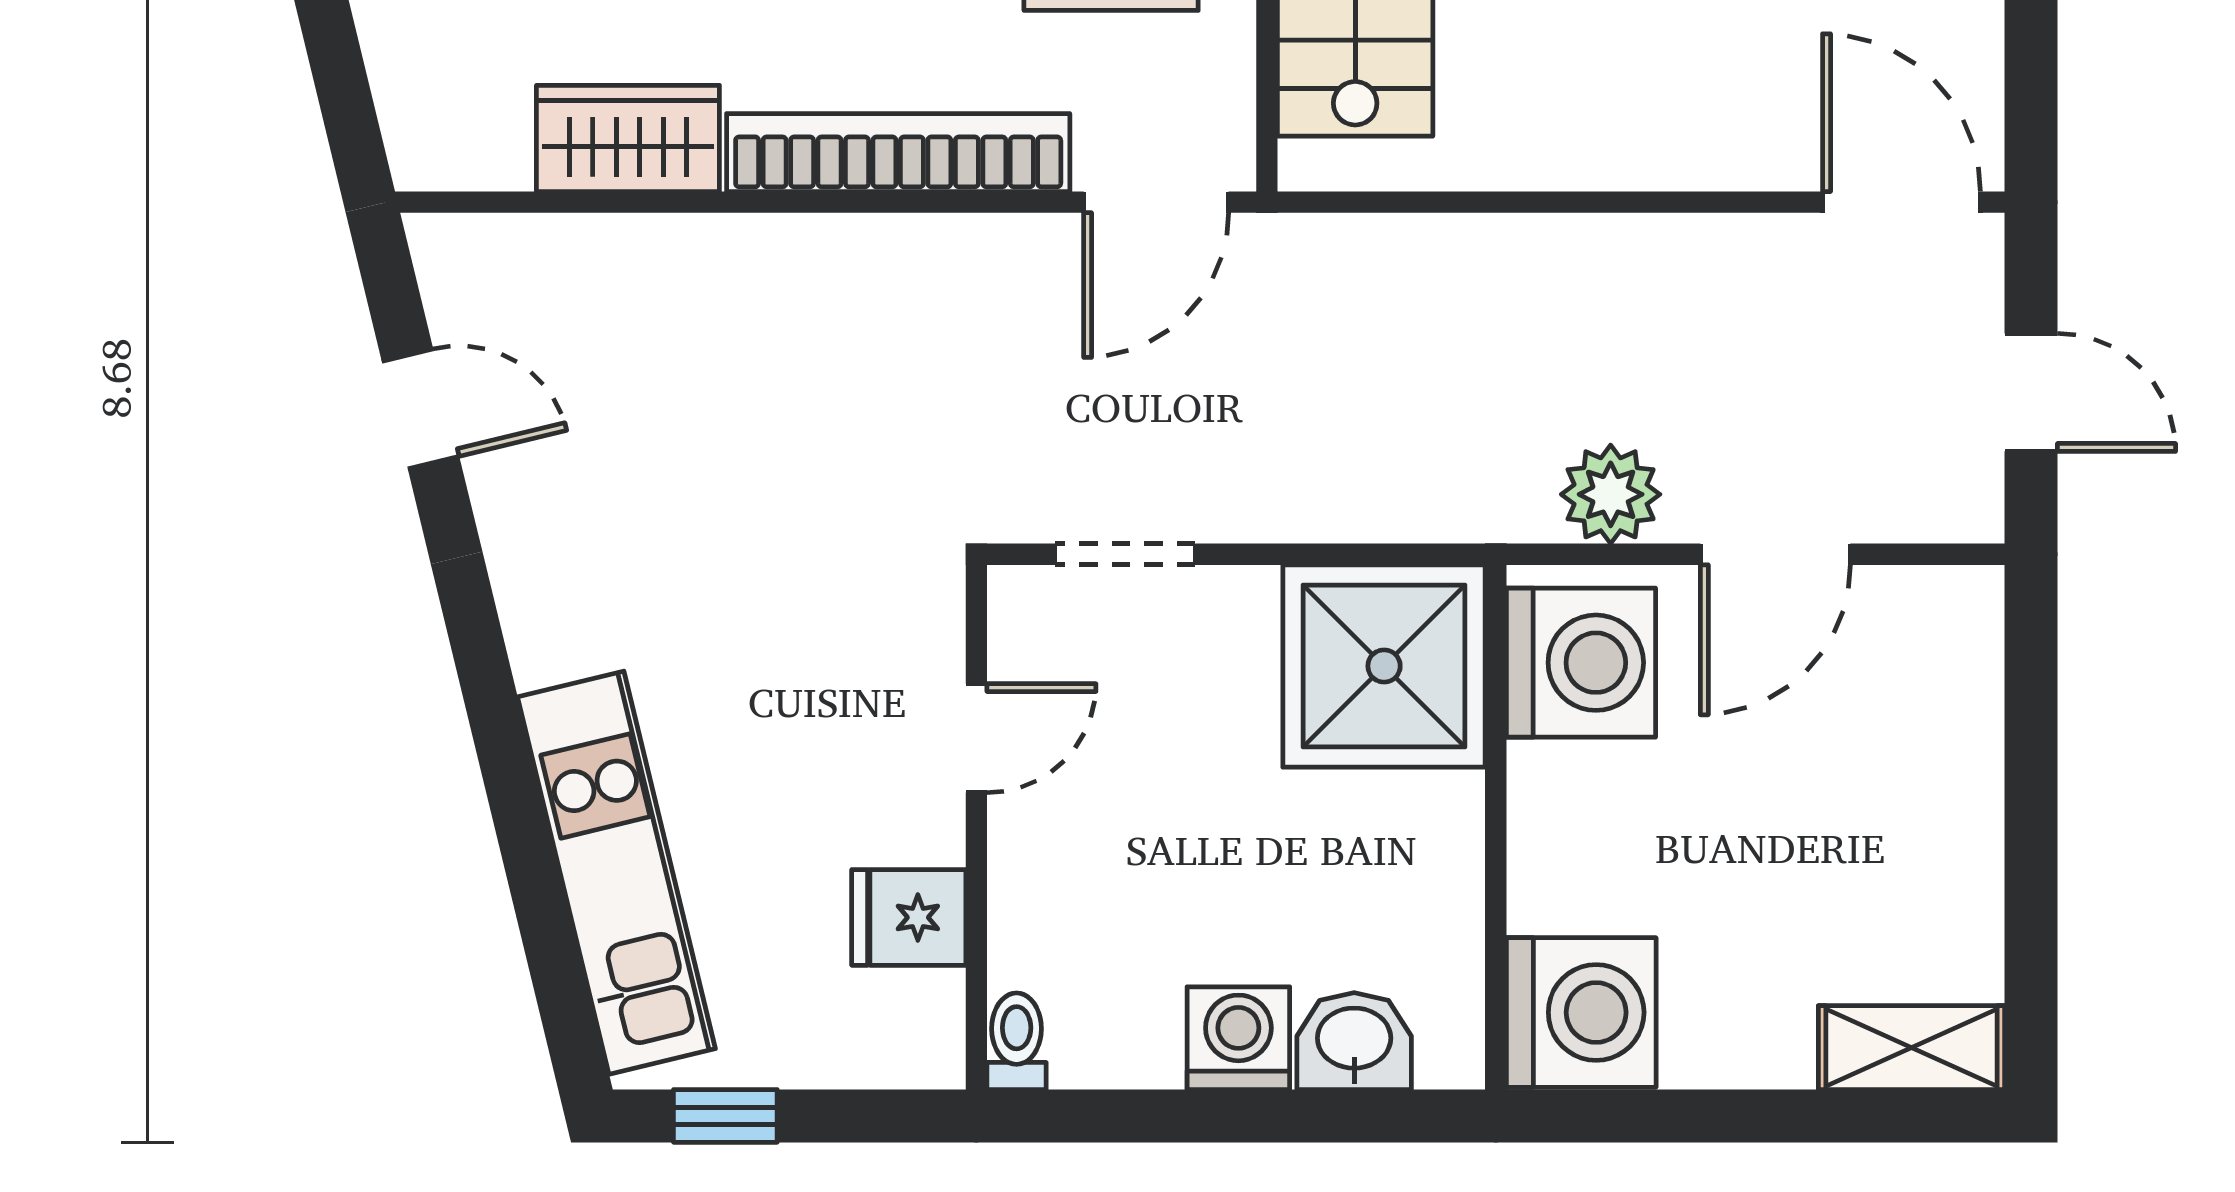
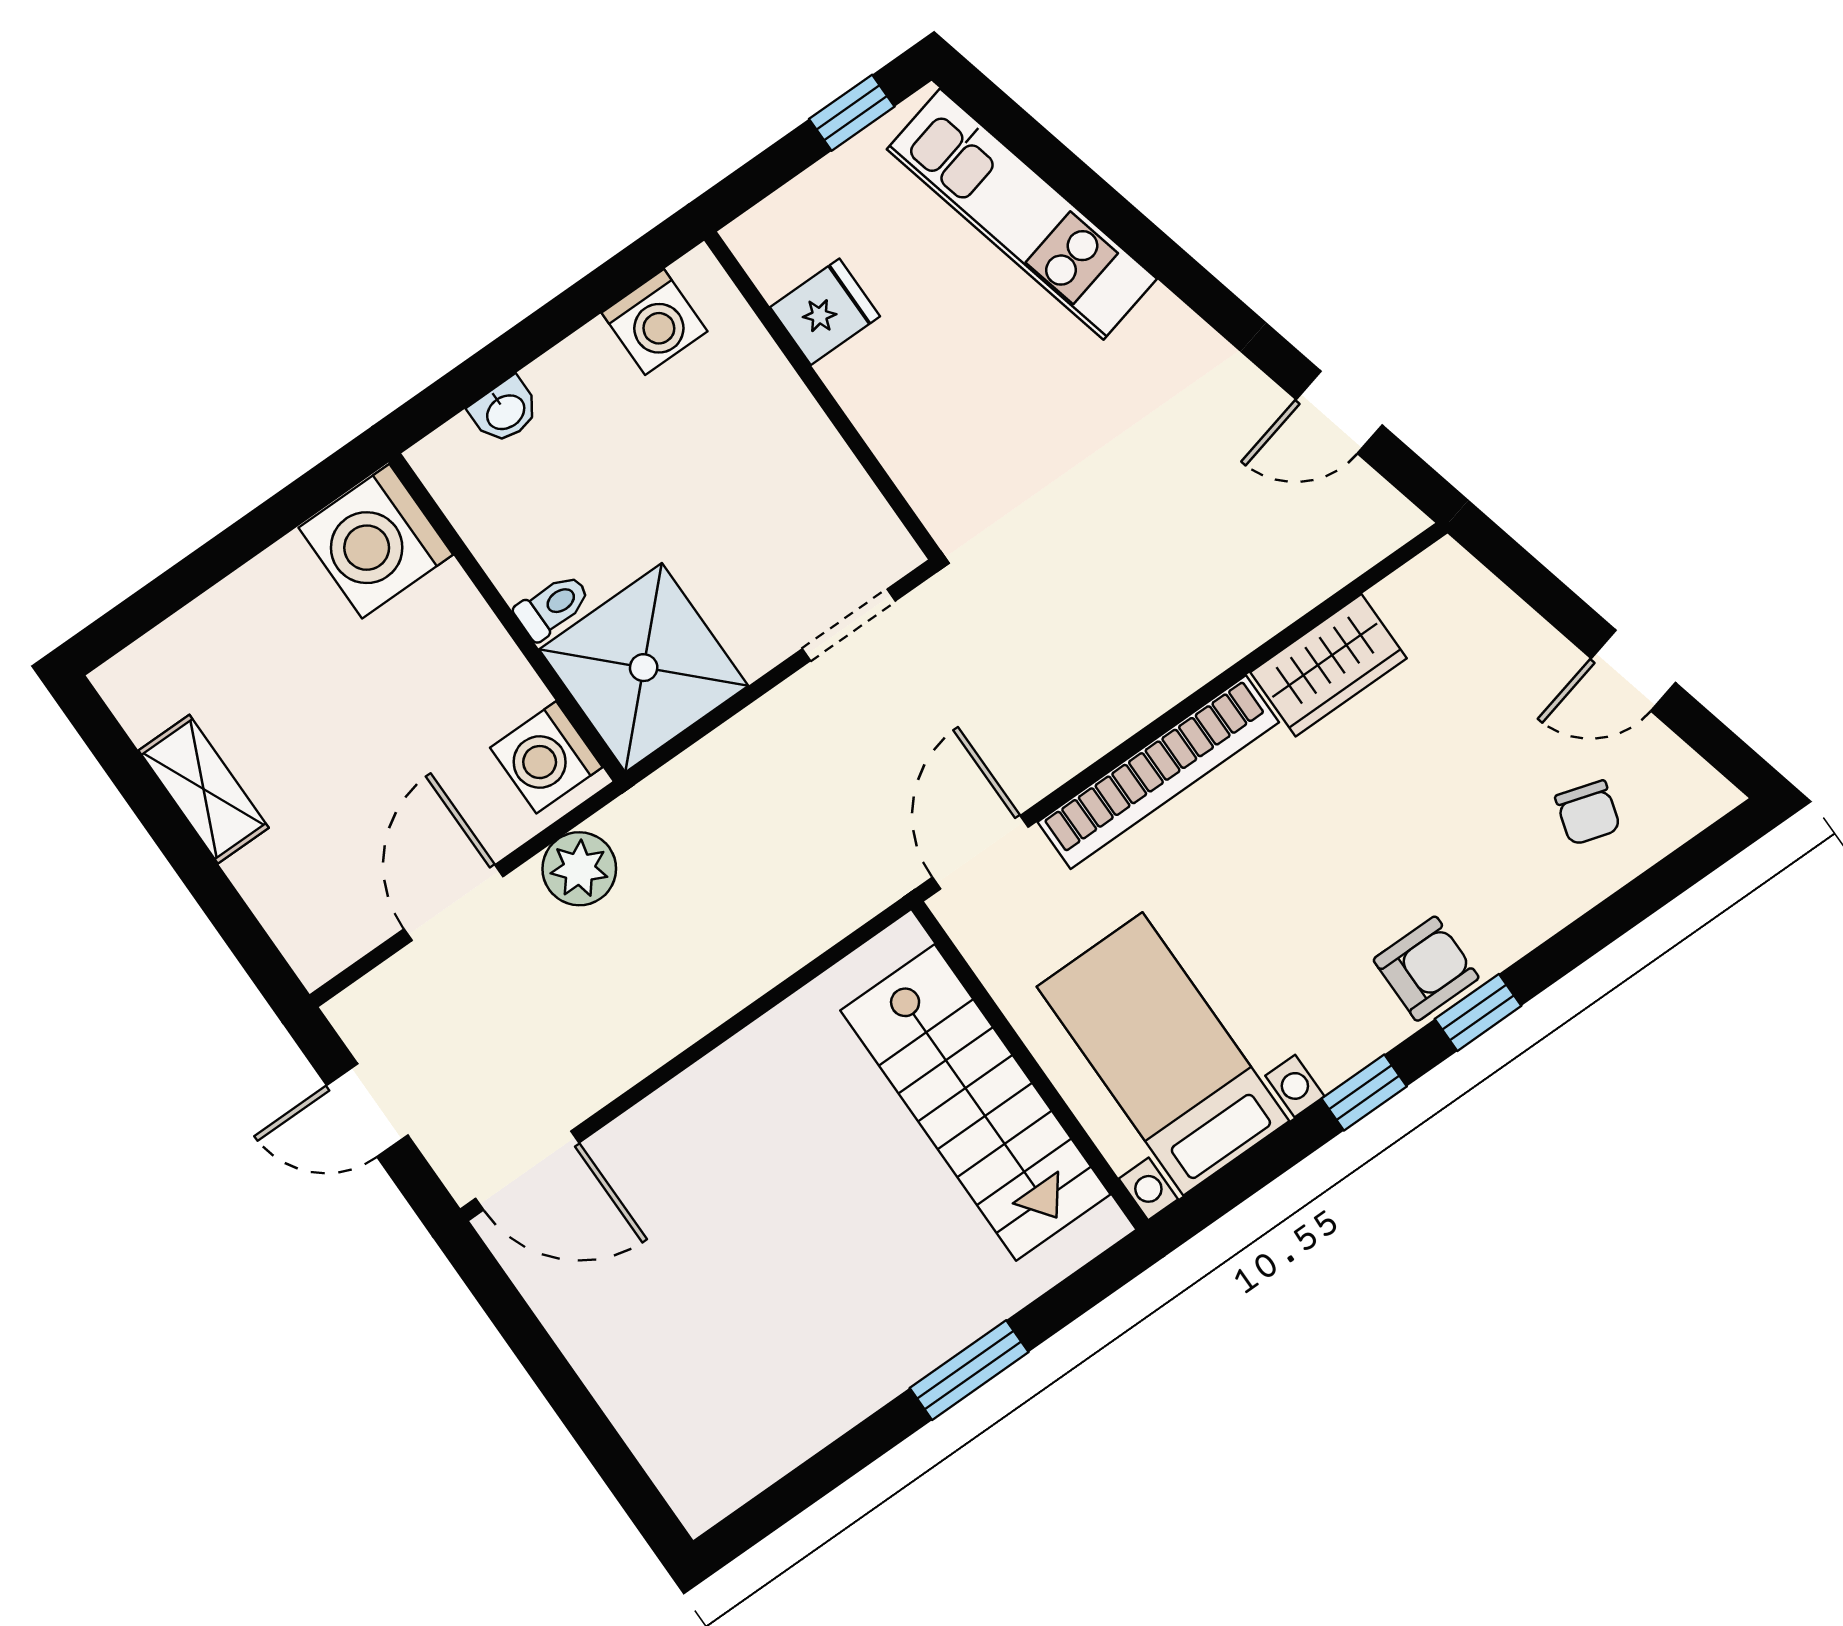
washing machine: (1581, 663) -> (546, 757), width x0.73, depth x0.73
door: (976, 738) -> (861, 450), removed
washing machine: (1238, 1038) -> (654, 322), moved
toilet: (1017, 1041) -> (553, 606), moved, turned -90
washbasin: (1354, 1041) -> (505, 411), width x0.72, depth x0.69
shelving: (1912, 1048) -> (204, 789), moved, turned 90

